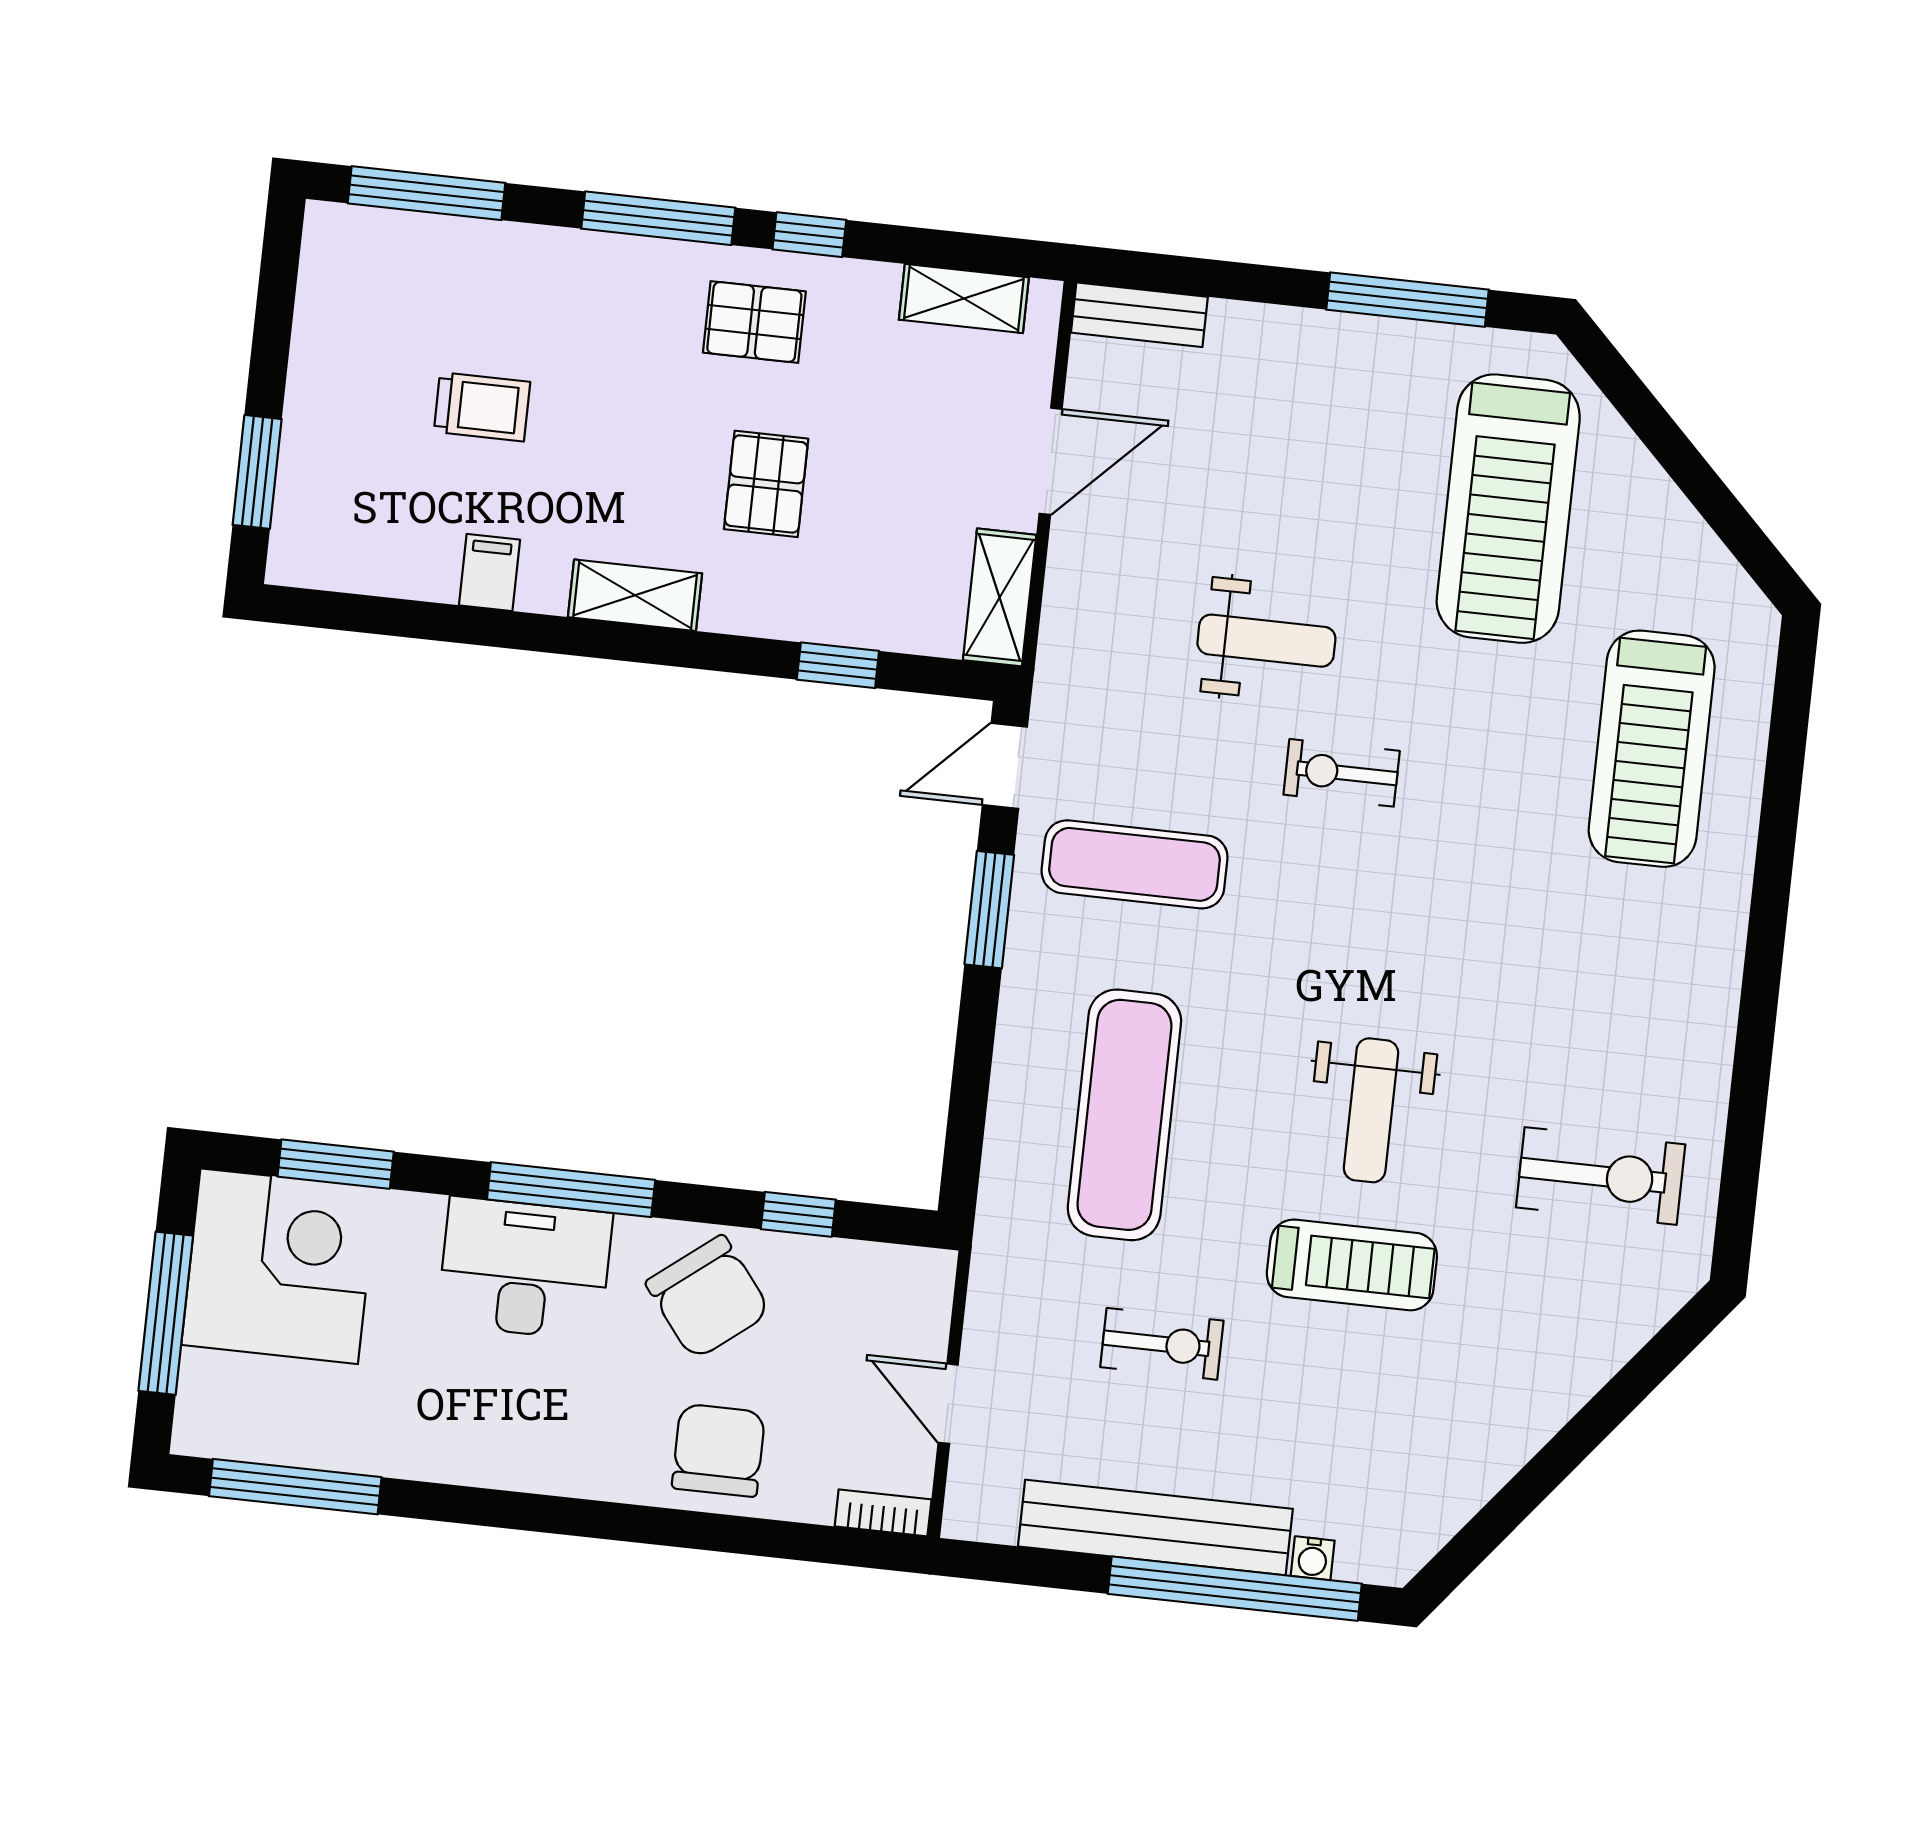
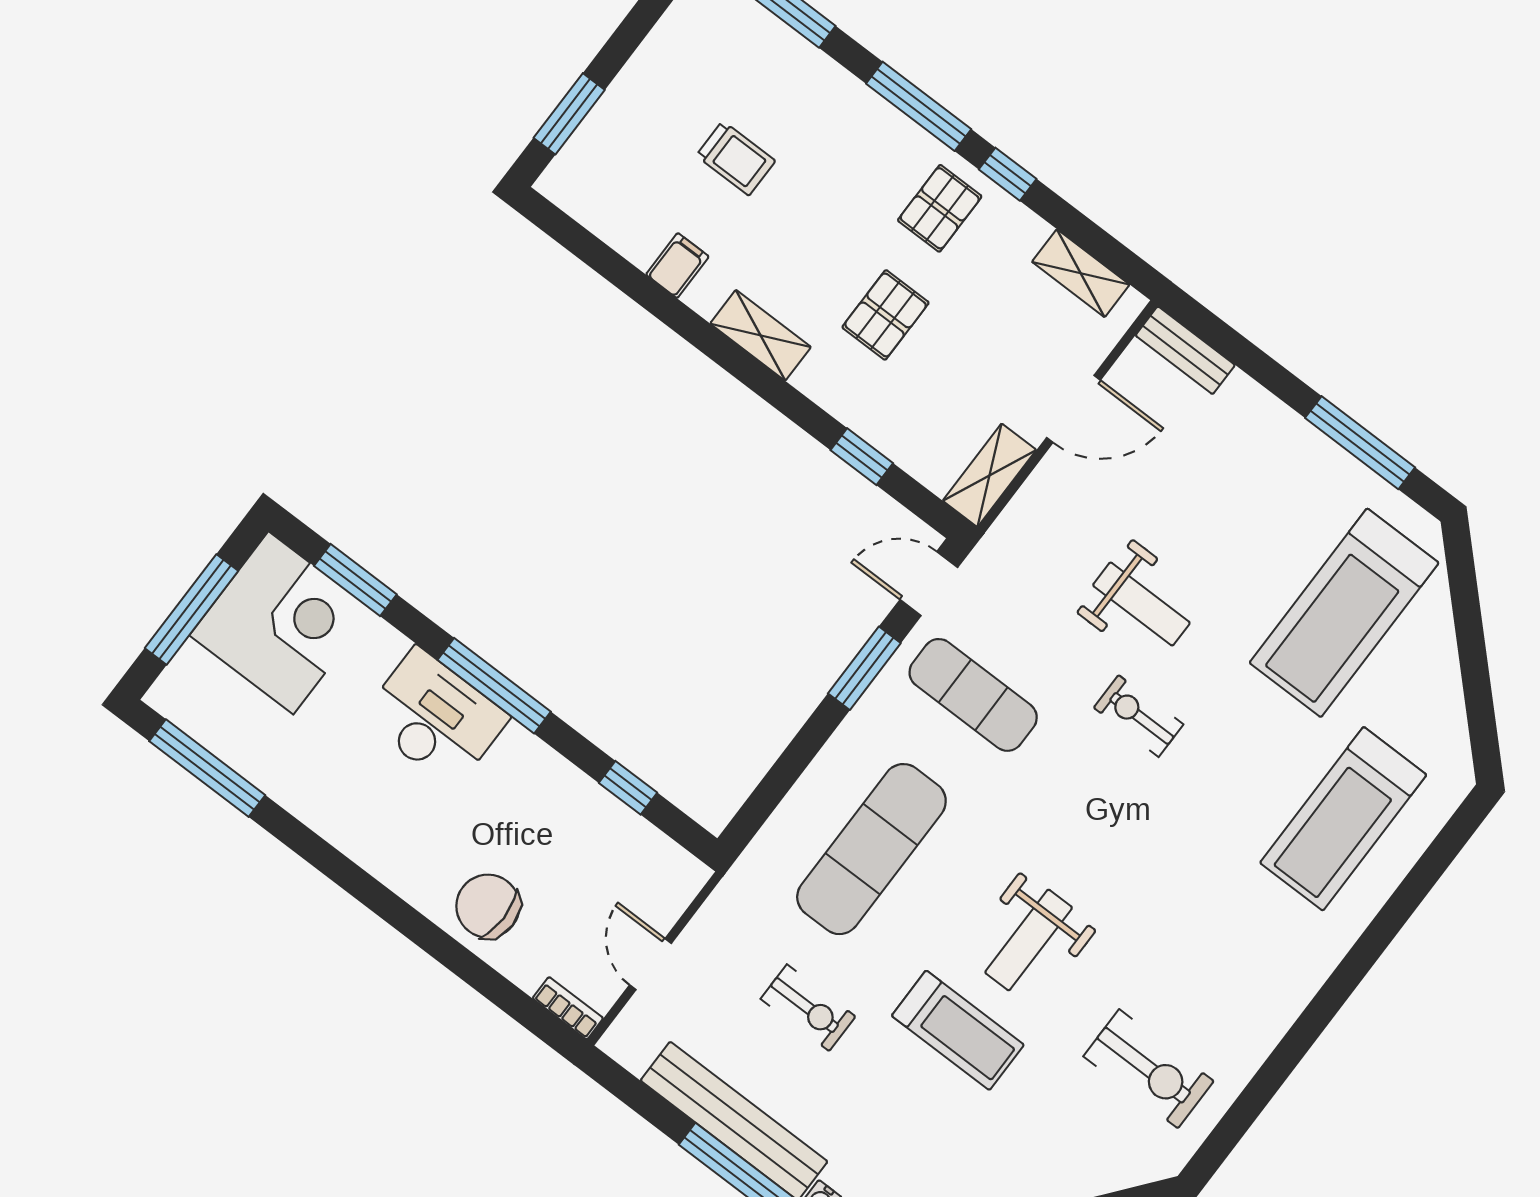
pallet: (754, 322) -> (940, 208), turned 90
chair: (708, 1297) -> (540, 806), removed
chair: (718, 1450) -> (488, 906), turned -90

